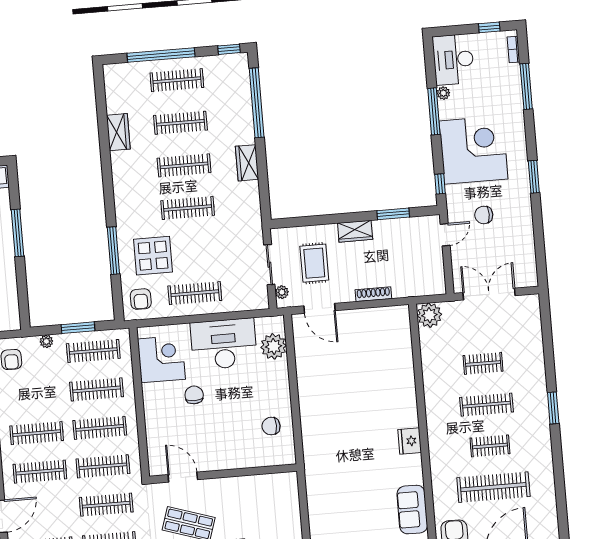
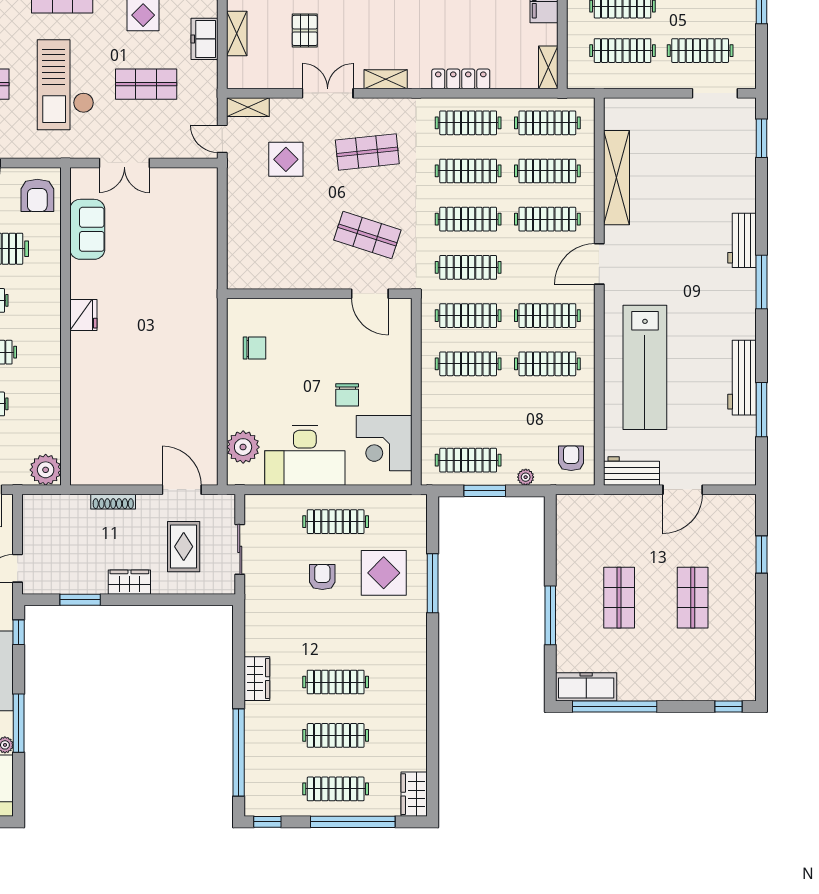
wardrobe: (118, 132) -> (414, 794), moved
clothes rail: (188, 208) -> (336, 629), removed
plant: (282, 292) -> (227, 514), removed
armchair: (141, 299) -> (322, 577), moved
clothes rail: (97, 389) -> (468, 412), removed

